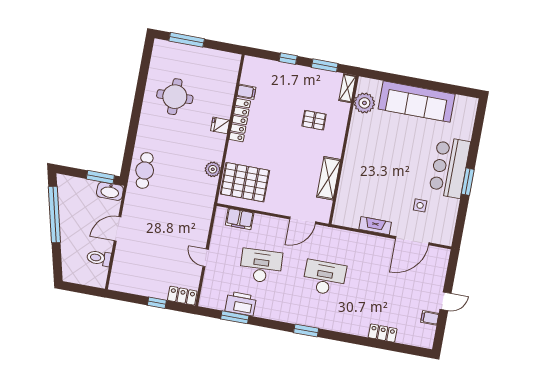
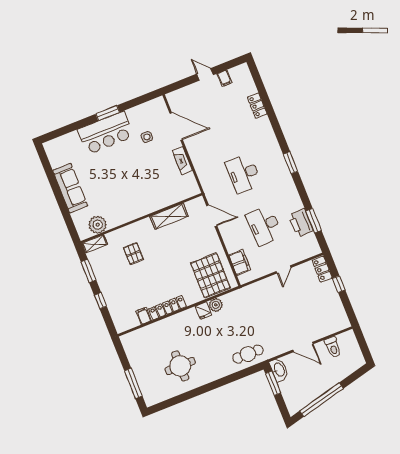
sofa: (417, 102) -> (70, 188), width x0.74, depth x0.79
fridge: (220, 125) -> (203, 311), moved

